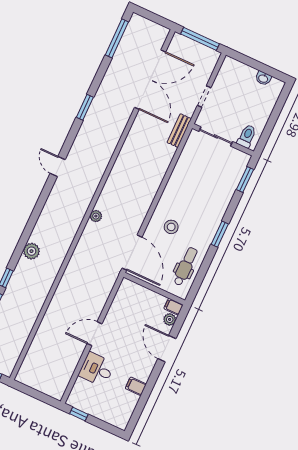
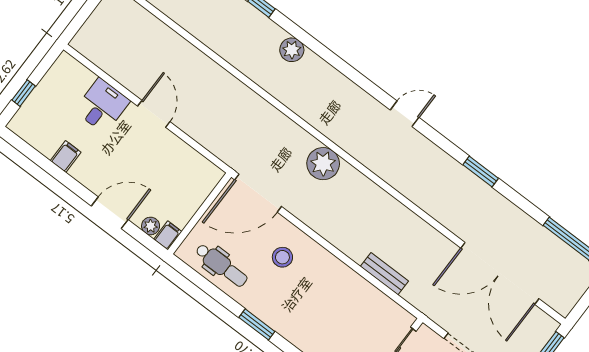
bench: (179, 131) -> (384, 274), moved
plant: (96, 216) -> (323, 164), width x1.87, depth x1.87
window: (79, 414) -> (24, 93), moved

